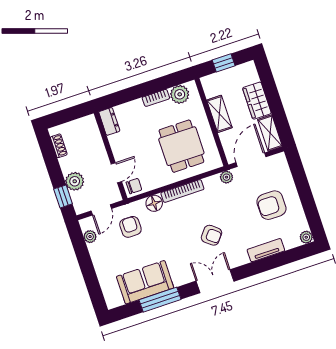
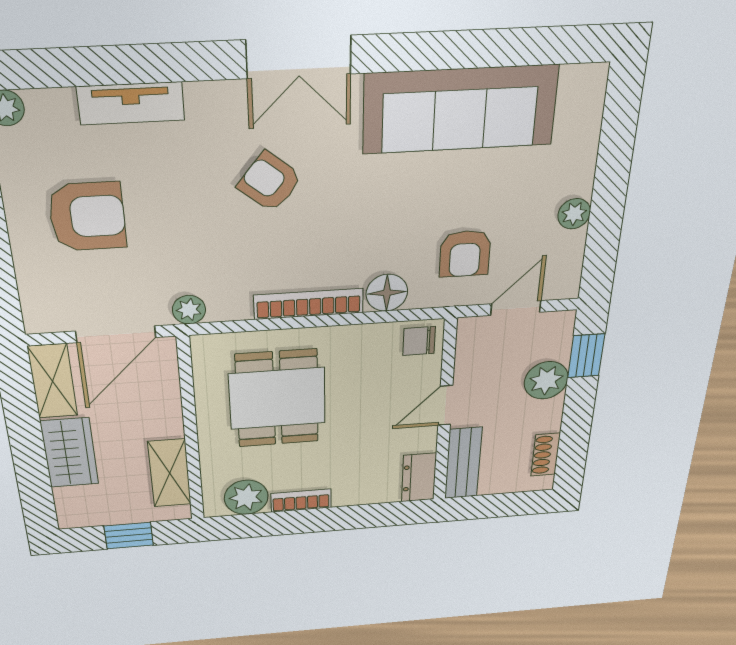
shelving: (219, 114) -> (170, 473), moved
bench: (93, 133) -> (463, 463), added
door: (116, 173) -> (445, 405), moved
plant: (90, 237) -> (574, 214), moved
sofa: (145, 282) -> (460, 110), width x1.36
window: (160, 300) -> (465, 50), removed

